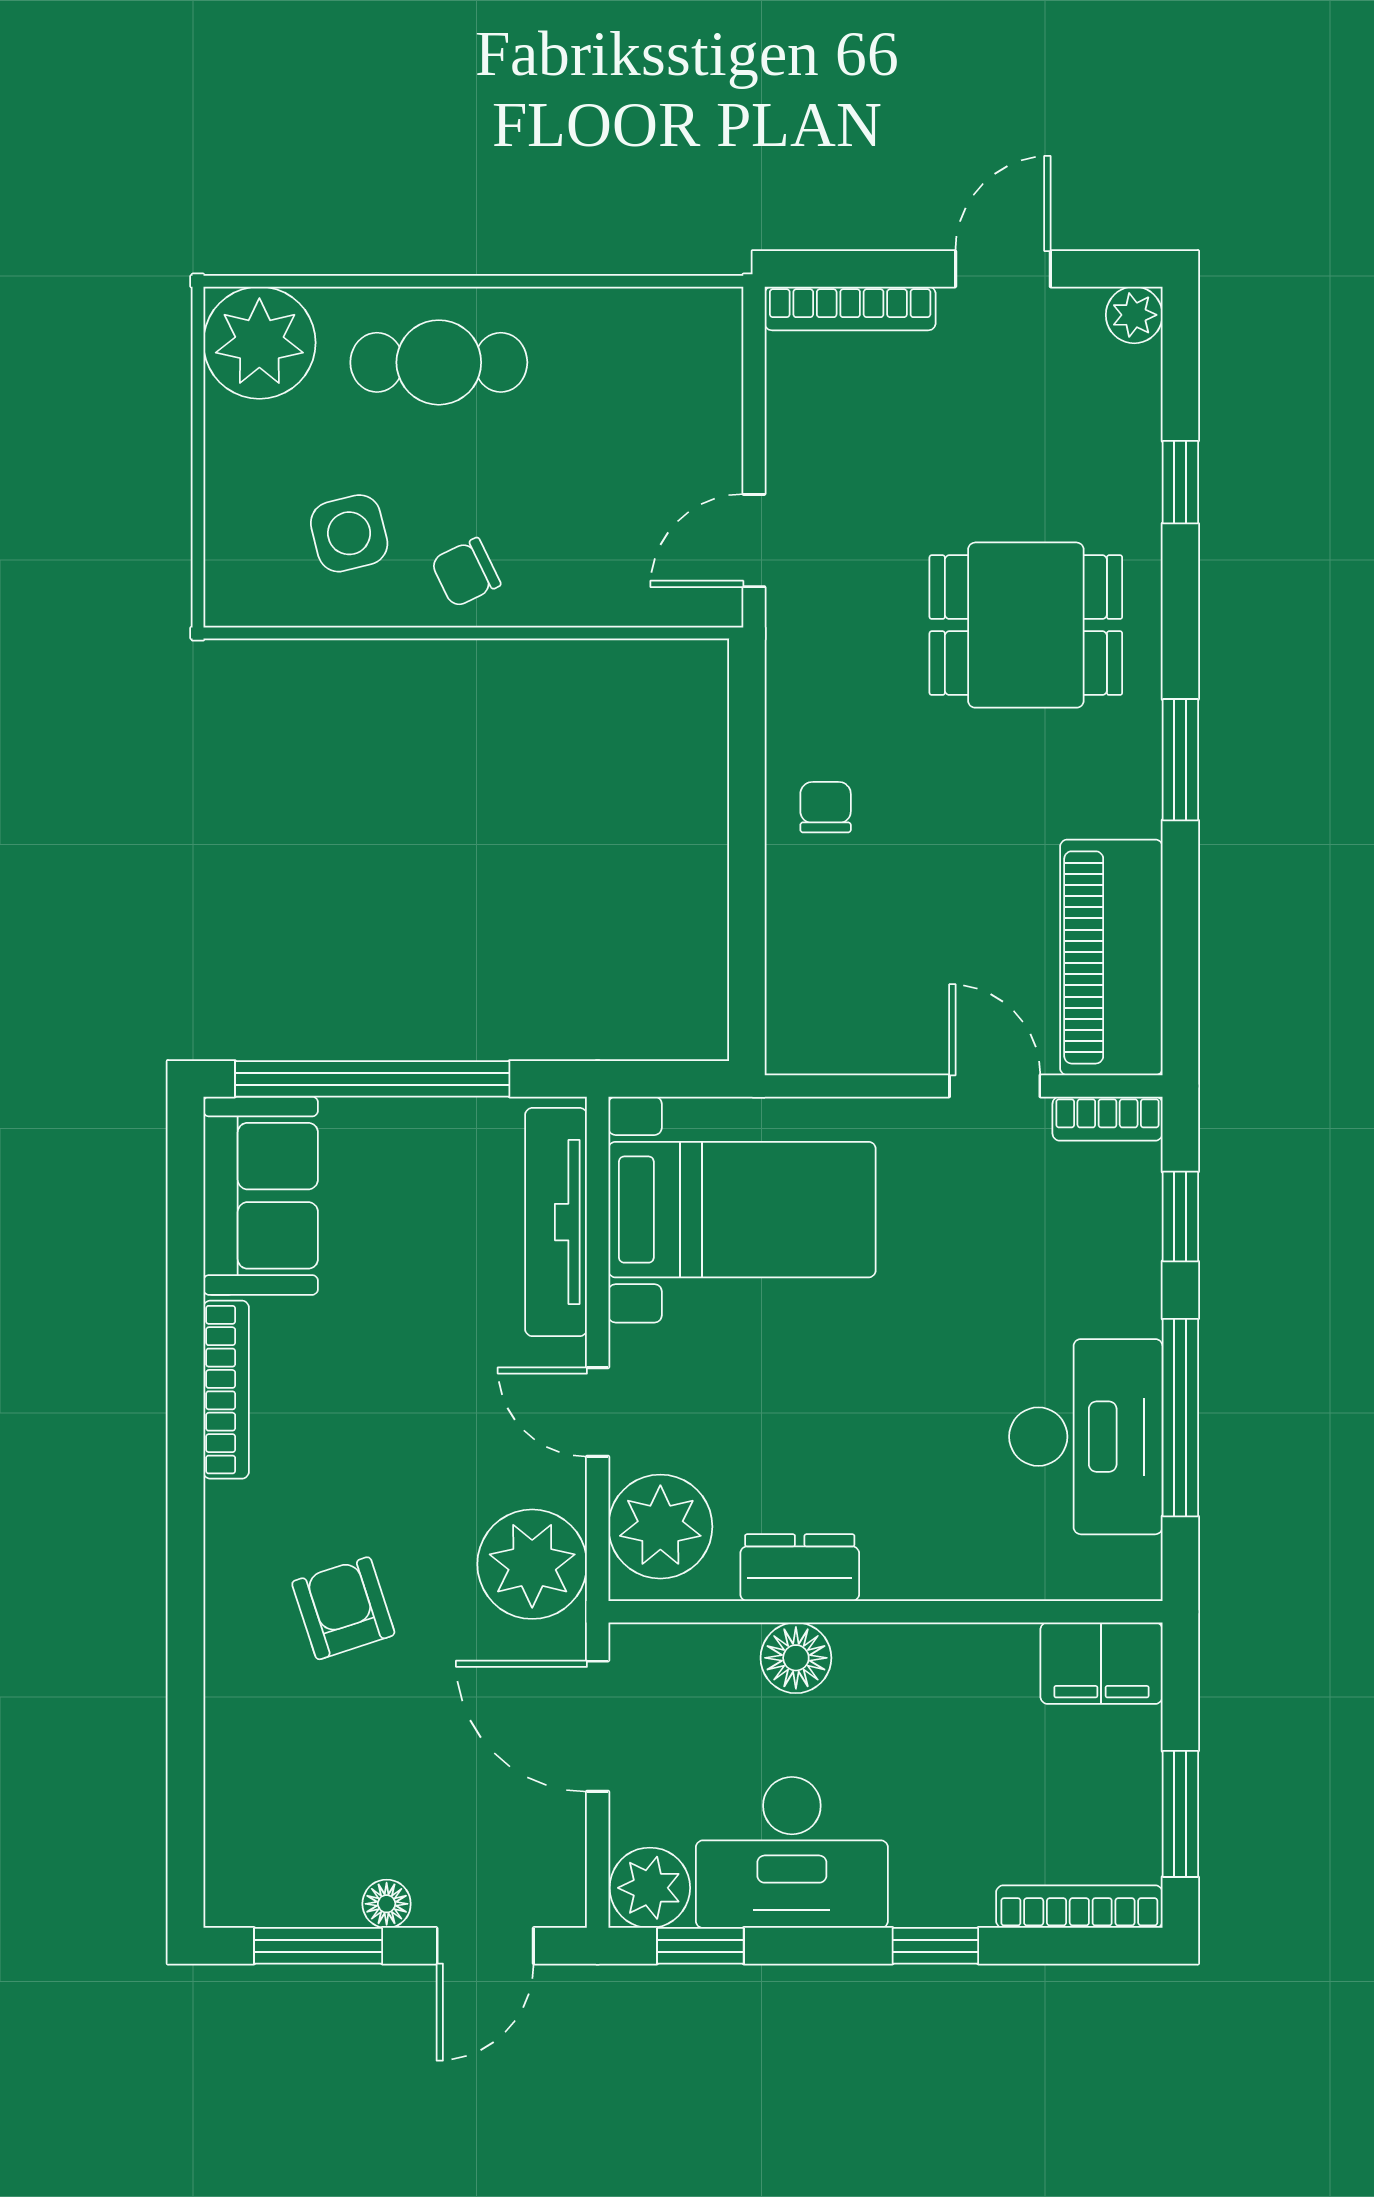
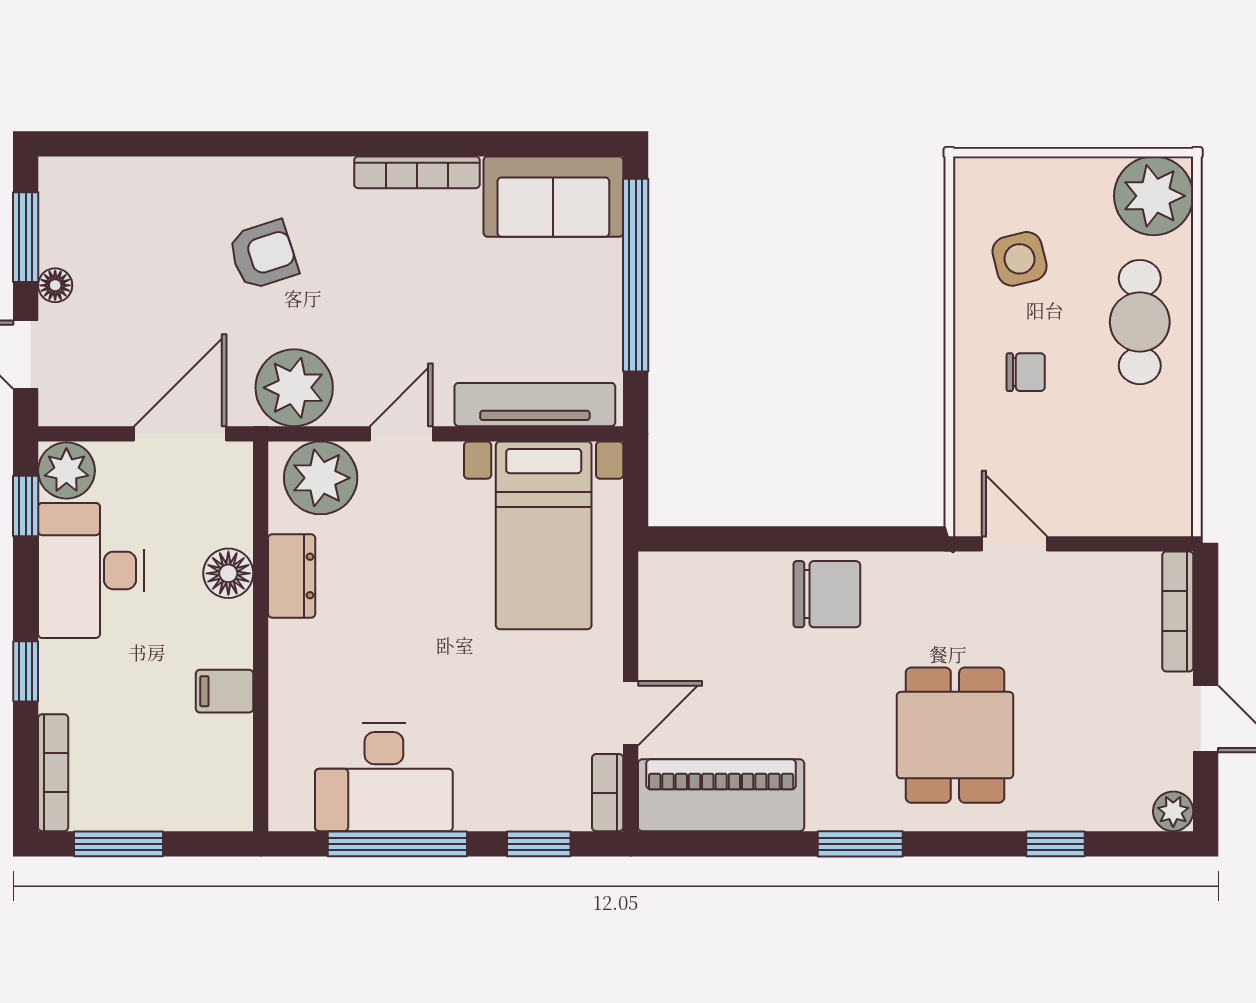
chair: (466, 573) -> (1026, 372), moved, turned 116
chair: (826, 807) -> (827, 594), width x1.87, depth x1.87
filing cabinet: (1101, 1663) -> (225, 691), moved, width x0.50

